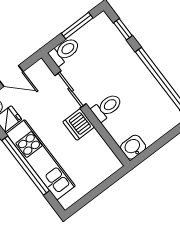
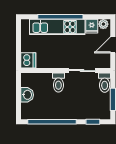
dishwasher: (79, 124) -> (28, 60), moved, turned 90
washbasin: (133, 147) -> (27, 95), moved

